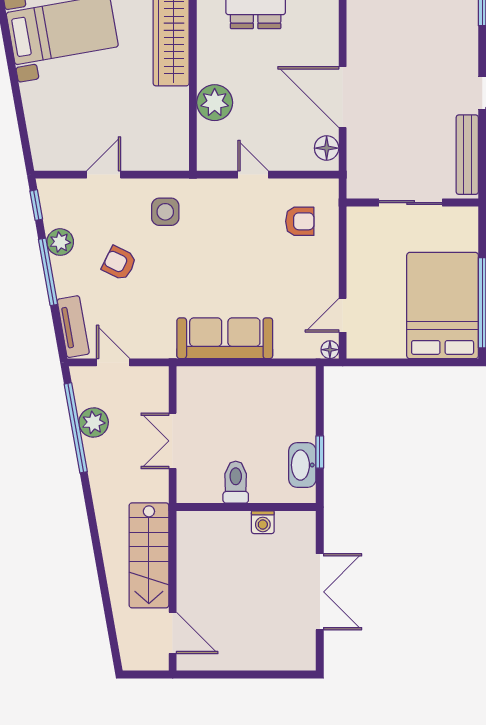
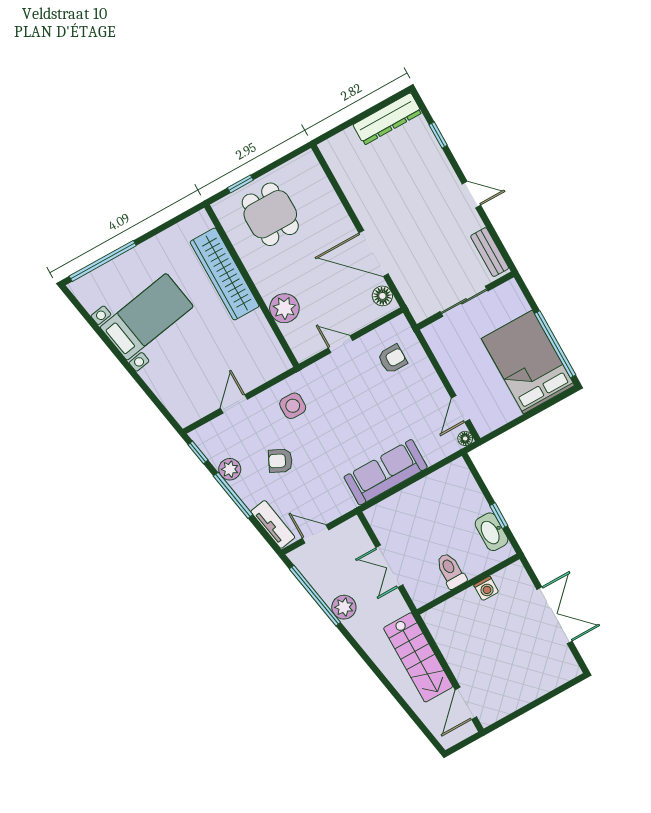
bench: (467, 155) -> (490, 252), width x0.73
plant: (94, 423) -> (344, 607), moved
door: (173, 633) -> (466, 703), swing flipped

